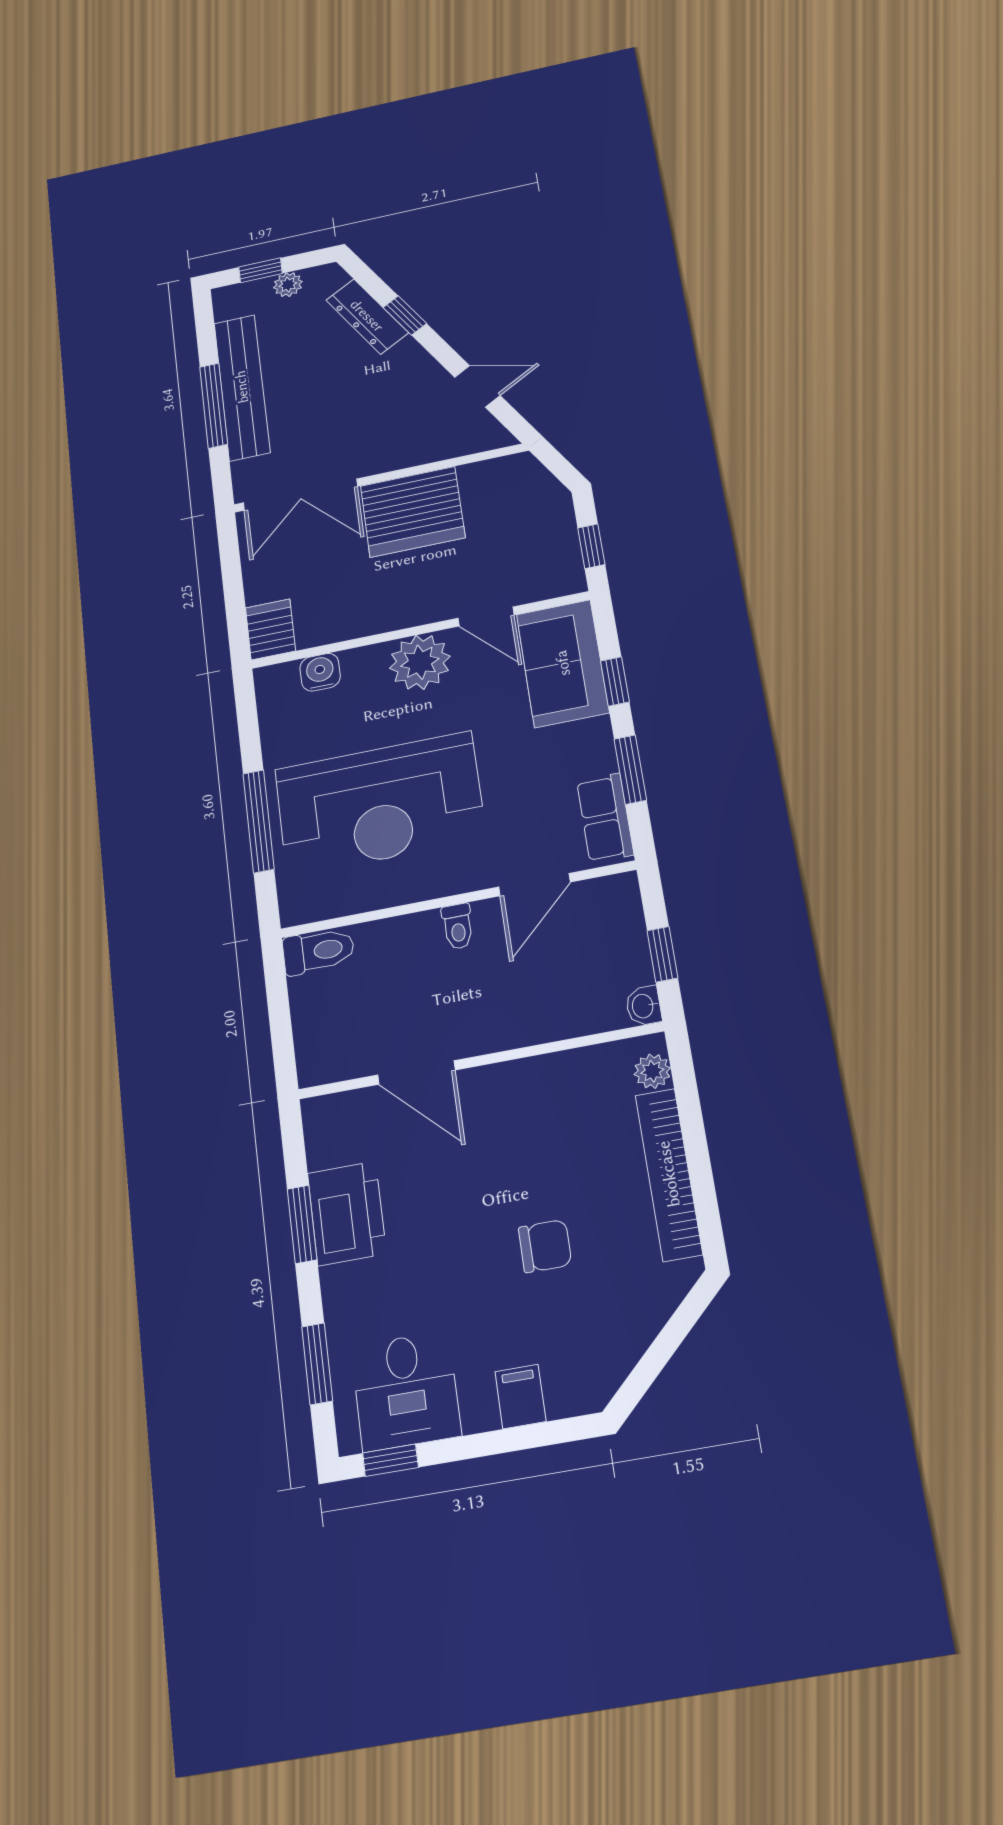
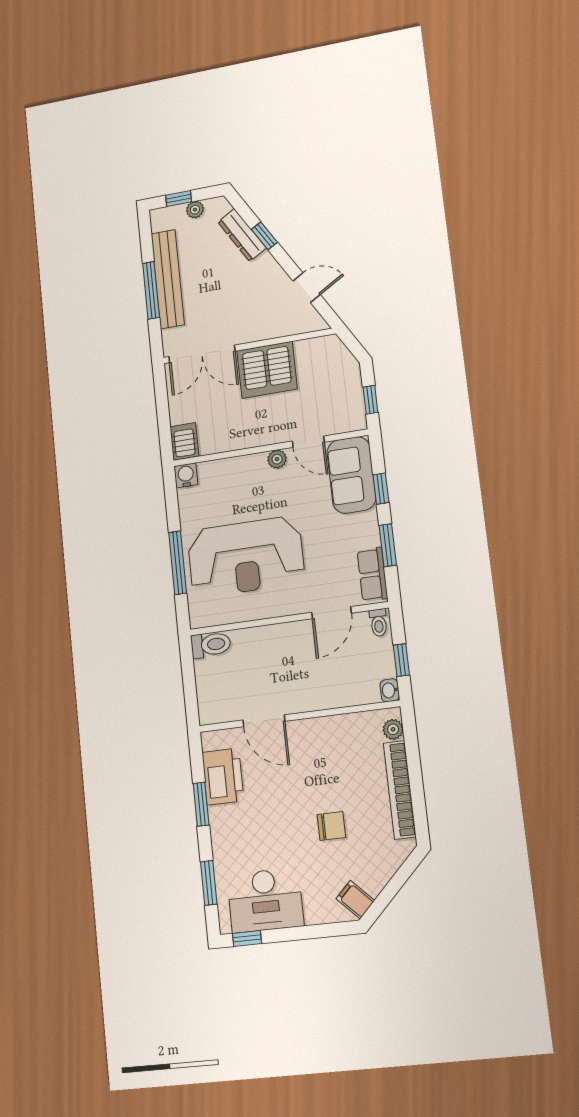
plant: (420, 662) -> (277, 459), width x0.53, depth x0.53
water cooler: (320, 672) -> (186, 475), moved
toilet: (458, 926) -> (379, 623), moved
printer: (347, 1213) -> (223, 777), moved
desk: (406, 1391) -> (265, 900), width x1.37
filing cabinet: (520, 1396) -> (355, 900), moved, turned -45

